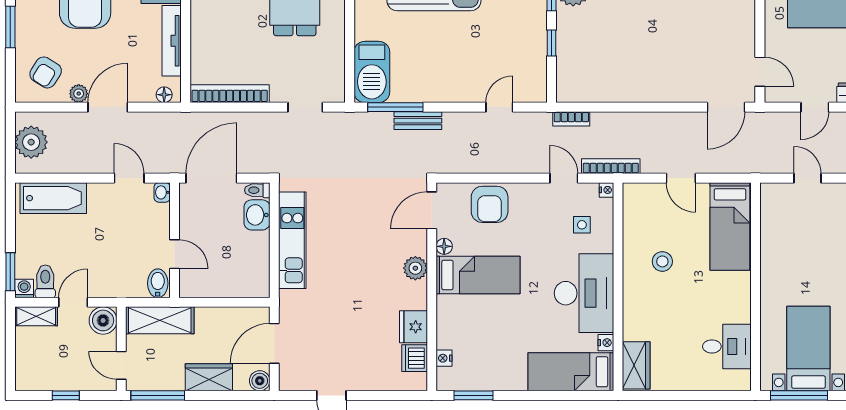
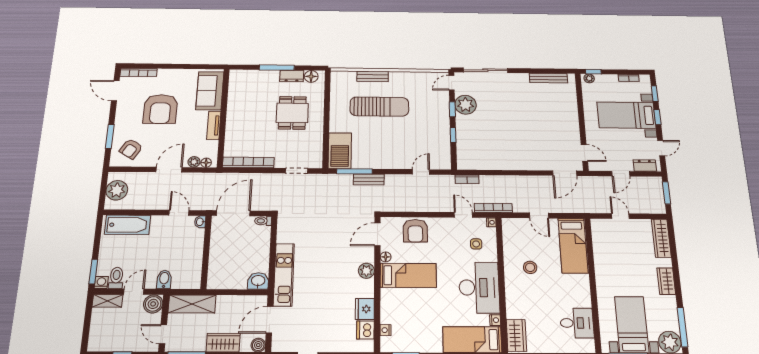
window: (10, 27) -> (110, 136), moved
tv unit: (172, 41) -> (214, 125), width x0.71
plant: (79, 94) -> (194, 162), moved
washbasin: (257, 215) -> (258, 281), moved, turned 90
kitchen unit: (292, 240) -> (284, 275), moved
door: (175, 254) -> (205, 261), removed
bidet: (158, 283) -> (164, 279), moved

